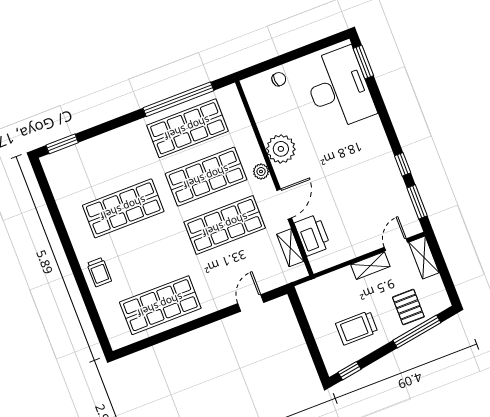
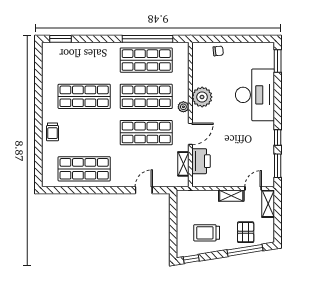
desk: (339, 89) -> (255, 95), moved

